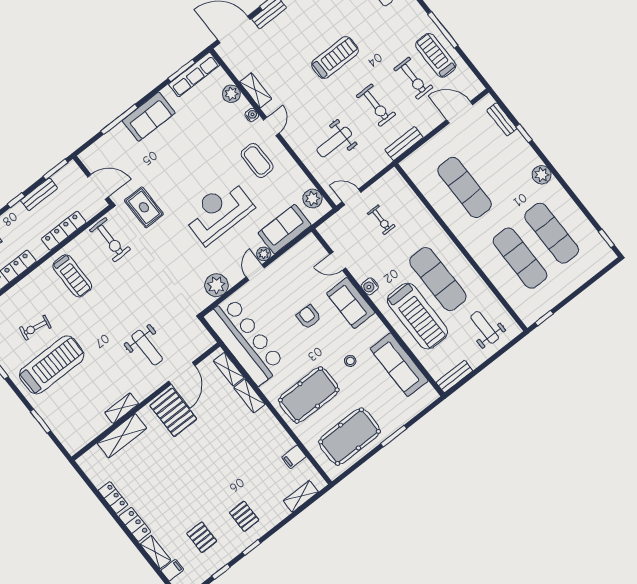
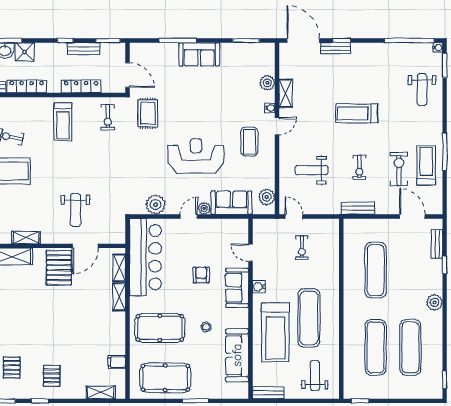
treadmill: (335, 58) -> (357, 113), turned 180
row of seats: (194, 75) -> (252, 50), removed
exercise bike: (413, 78) -> (399, 169), turned 180
exercise bike: (376, 105) -> (359, 167), width x0.73, depth x0.72
exercise bike: (110, 240) -> (108, 117), width x0.73, depth x0.72

